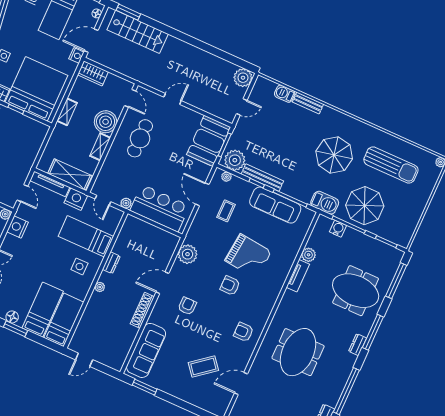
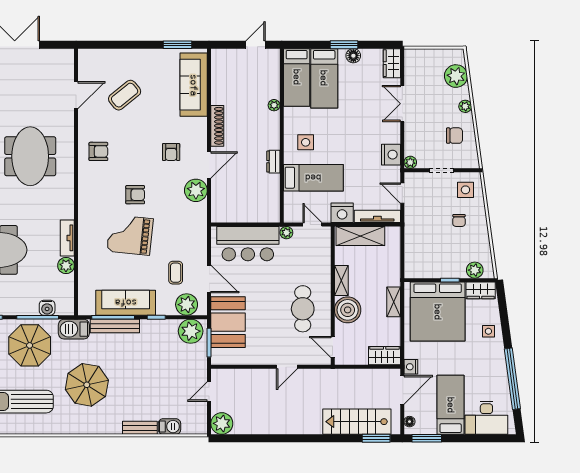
booth: (209, 141) -> (228, 322), moved
plant: (226, 177) -> (187, 305), width x1.88, depth x1.88
bench: (262, 178) -> (115, 326), moved
plant: (188, 254) -> (196, 190), moved
plant: (100, 287) -> (274, 105), moved

